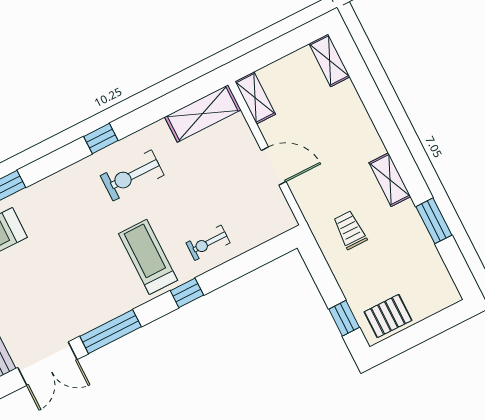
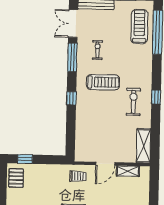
shelving: (255, 98) -> (128, 171), moved
trolley: (350, 230) -> (78, 176), moved
exercise bike: (208, 243) -> (97, 50), moved
treadmill: (148, 257) -> (103, 82), moved

